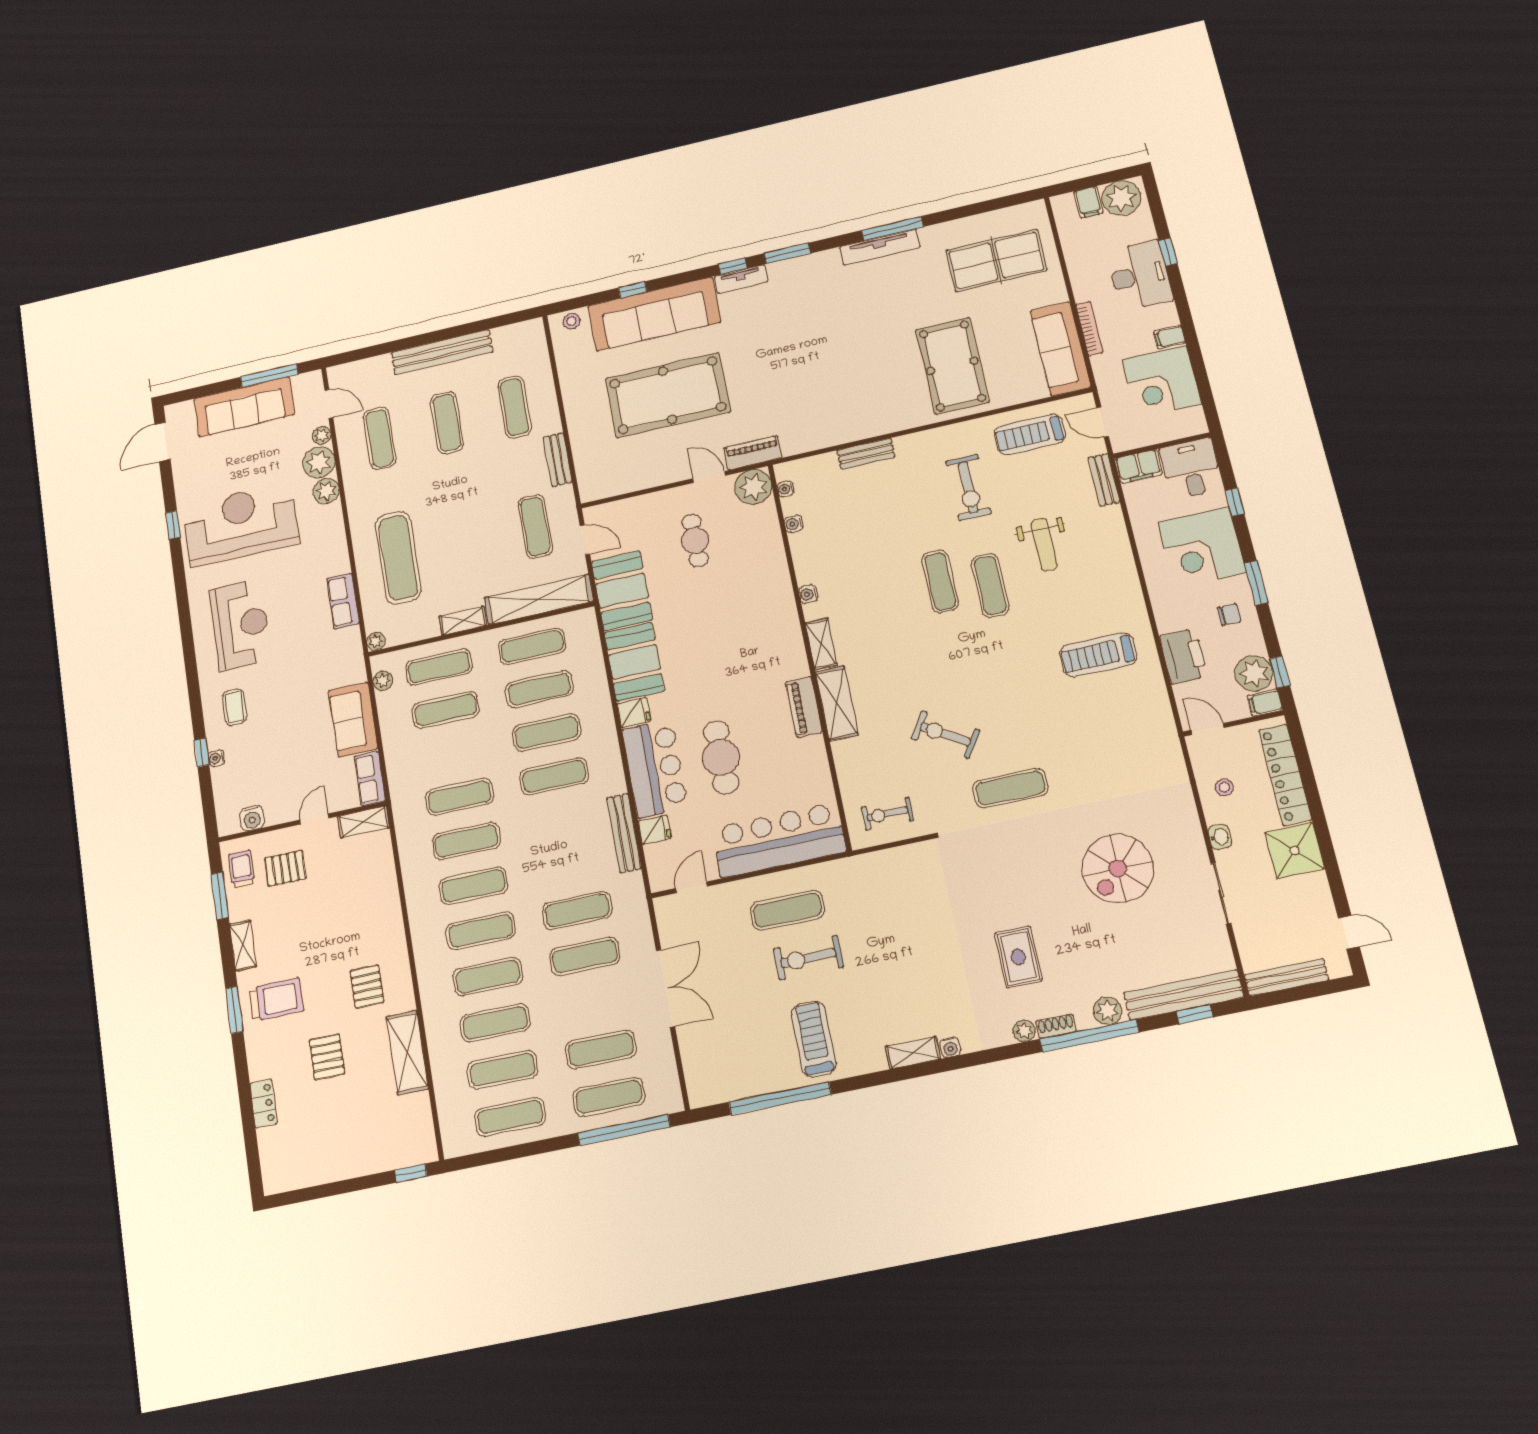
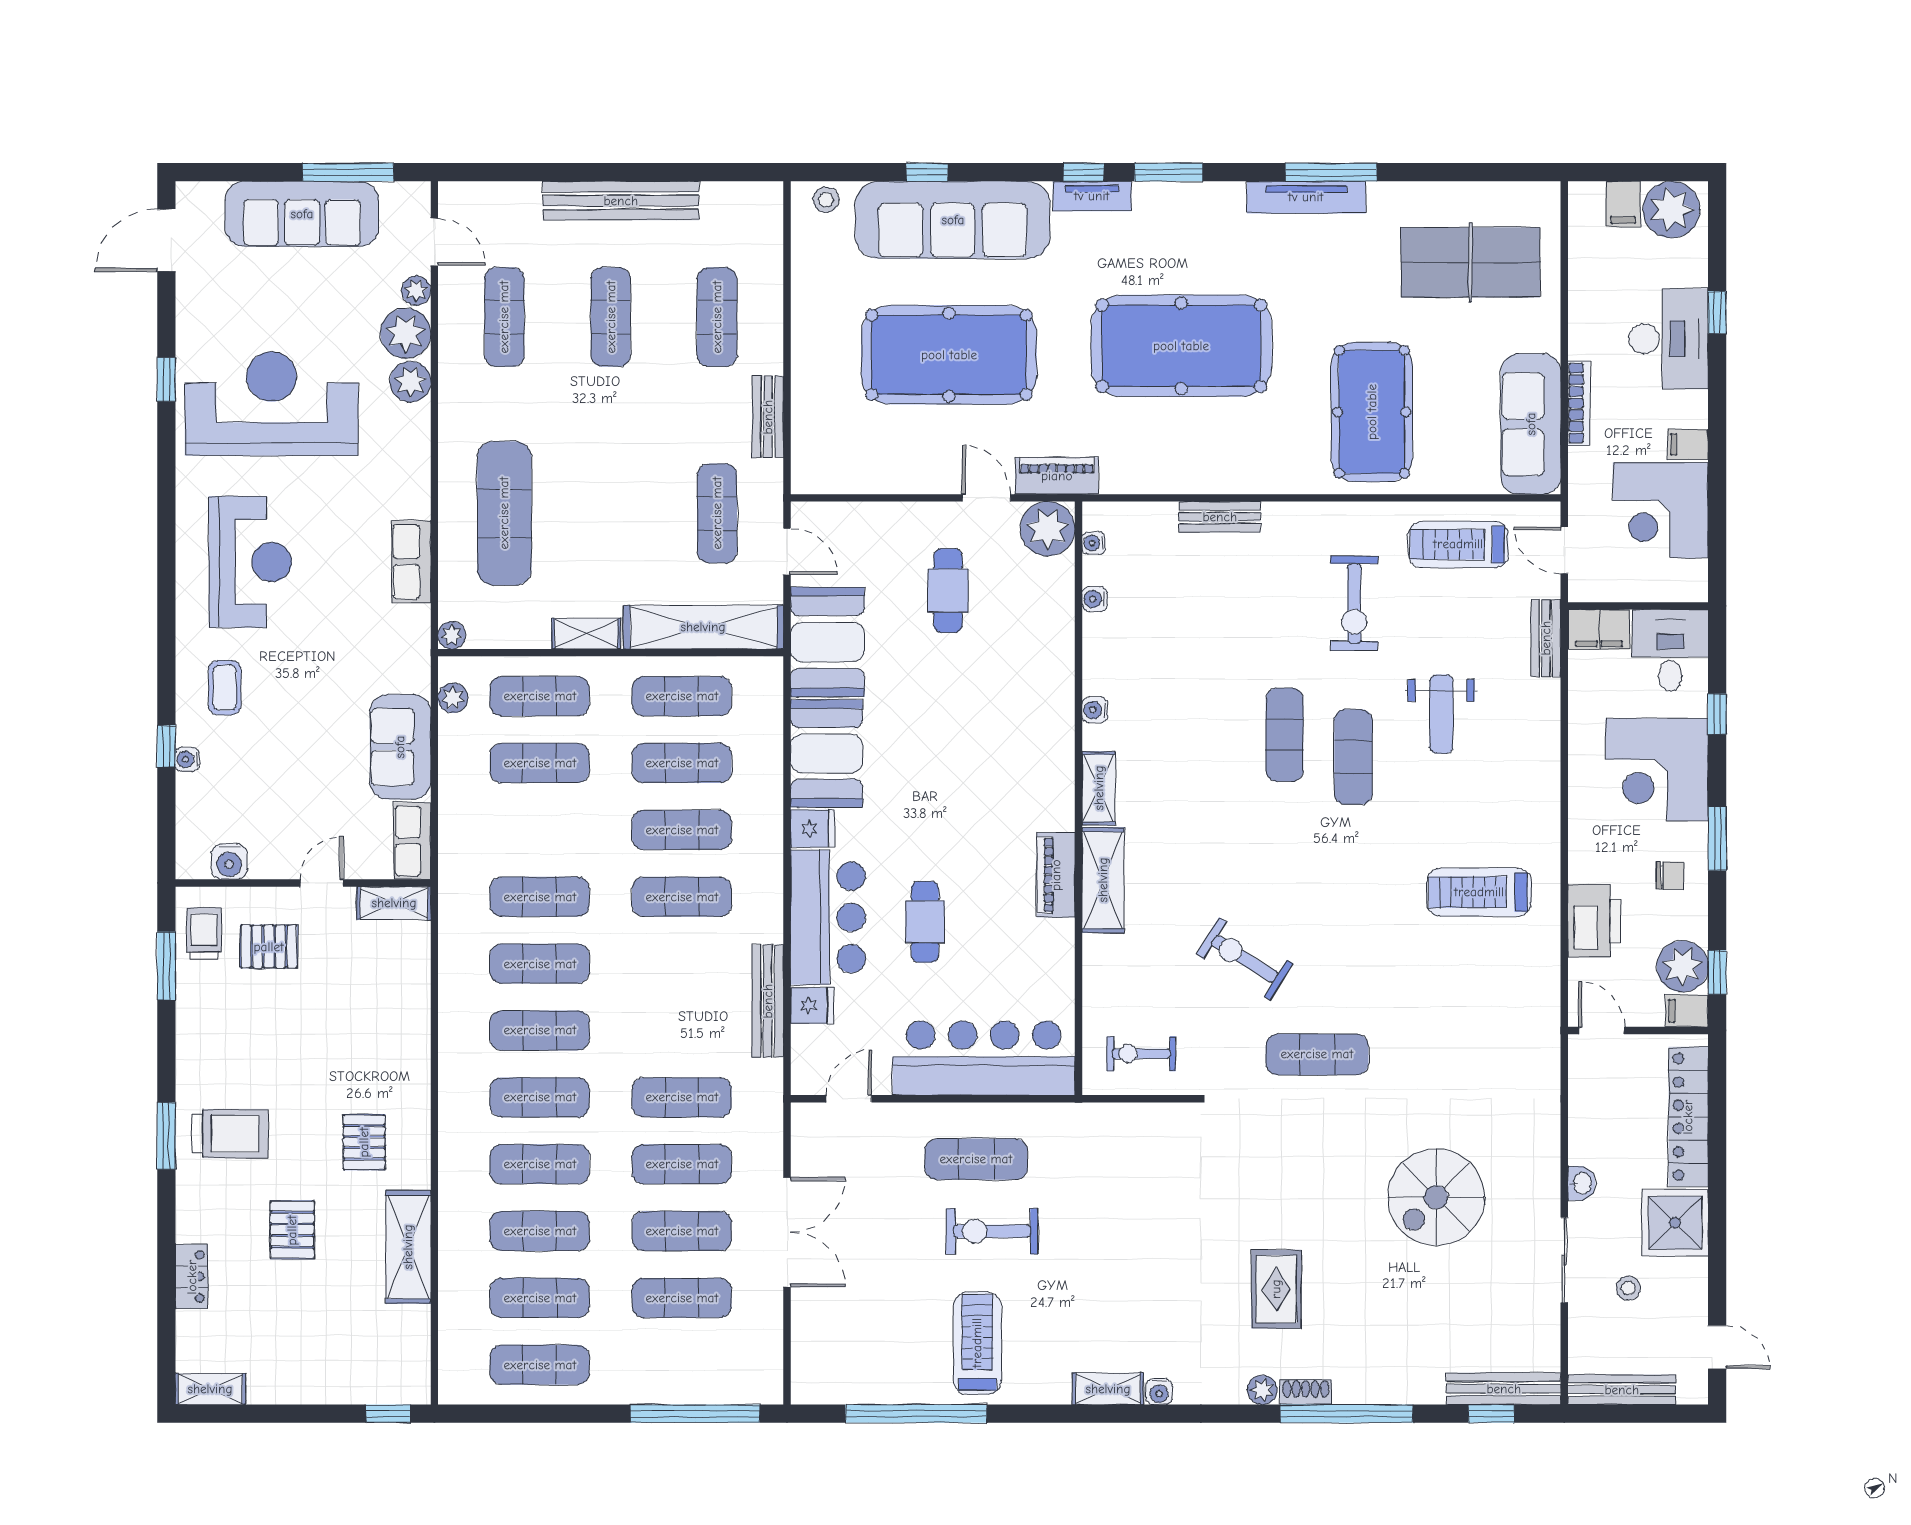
pool table: (818, 355) -> (1181, 346), added
cafe table: (721, 757) -> (925, 922), width x0.73, depth x0.74
stool: (1224, 787) -> (1628, 1288), moved
shelving: (243, 945) -> (210, 1389), moved, turned 90
bench: (1183, 995) -> (1504, 1389), width x0.73, depth x0.82
plant: (1107, 1011) -> (1378, 1386), removed
exercise mat: (609, 1097) -> (682, 1231), moved

